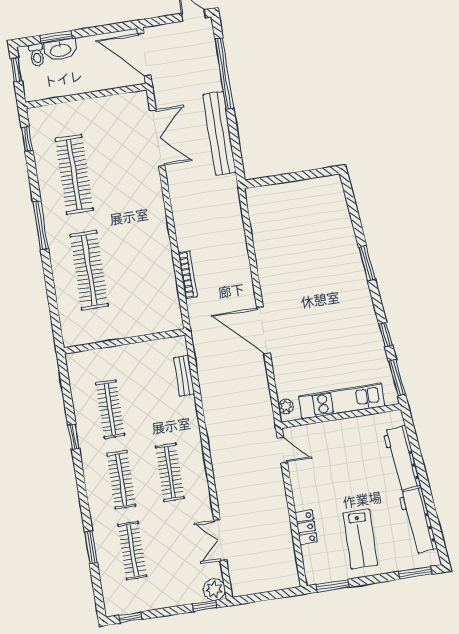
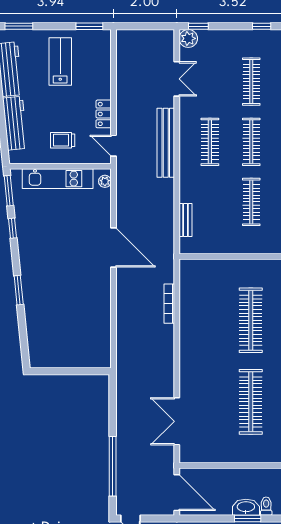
bench: (219, 133) -> (166, 143), moved
trolley: (343, 447) -> (63, 140), added
locker: (306, 527) -> (104, 114), moved

